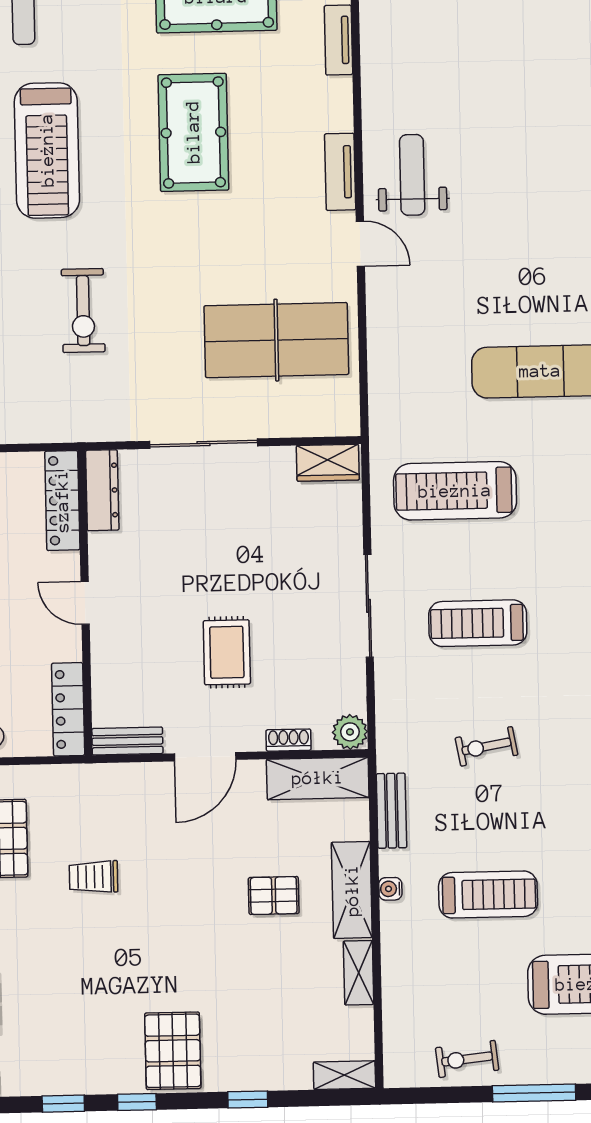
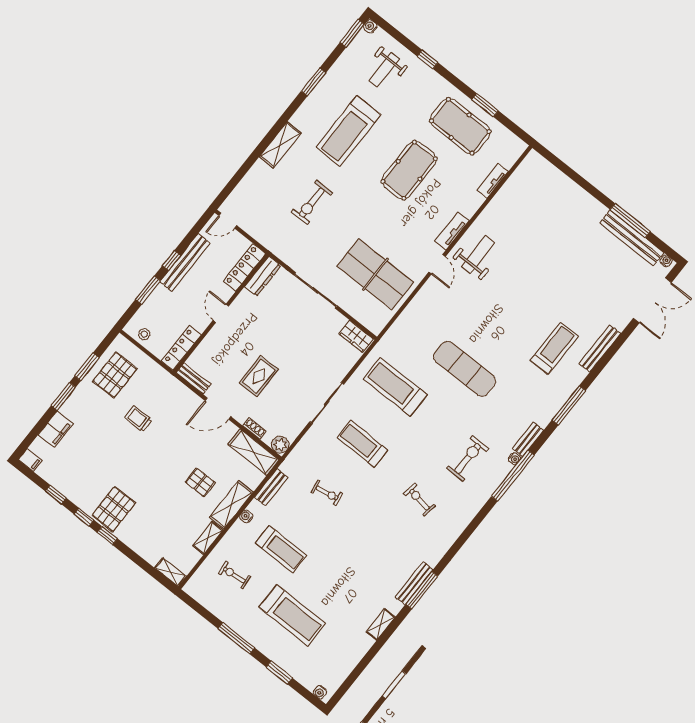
exercise bike: (486, 746) -> (327, 493), turned 180
exercise bike: (467, 1059) -> (234, 575), moved
window: (248, 1099) -> (107, 536), moved

